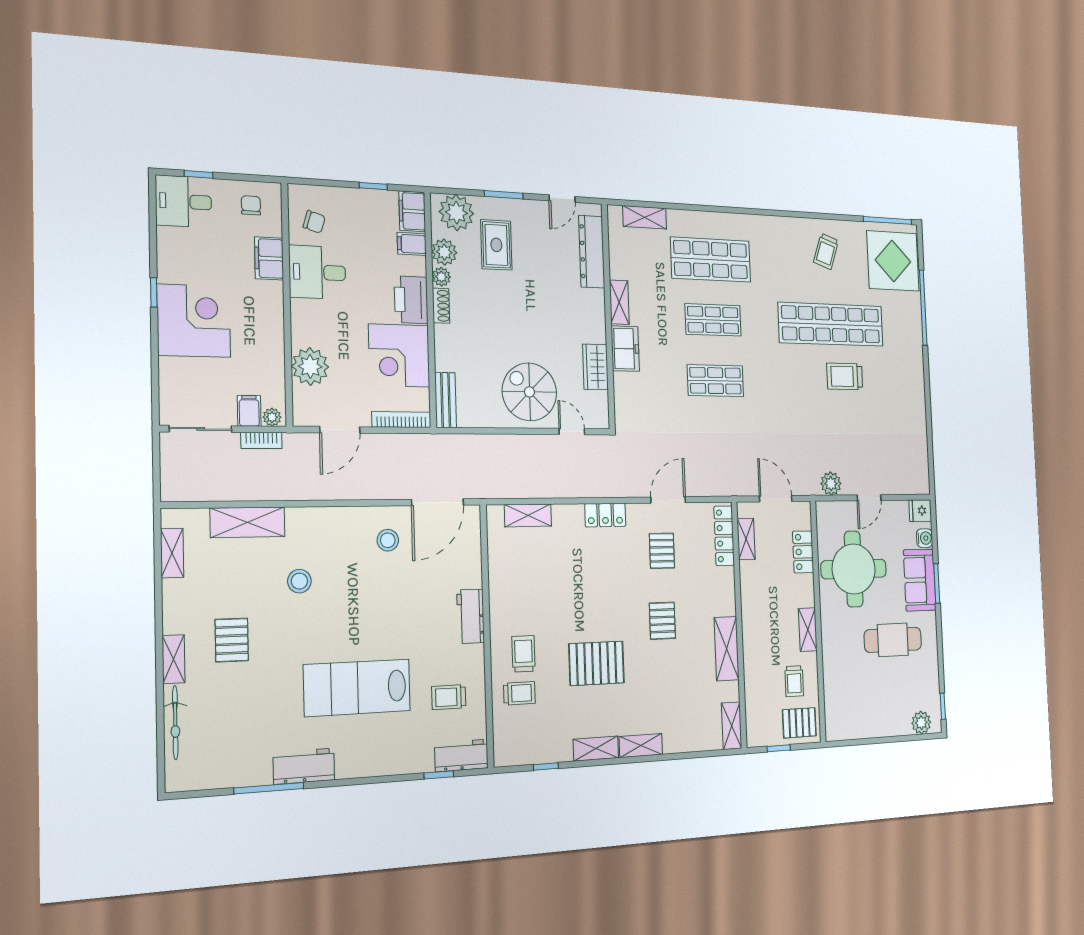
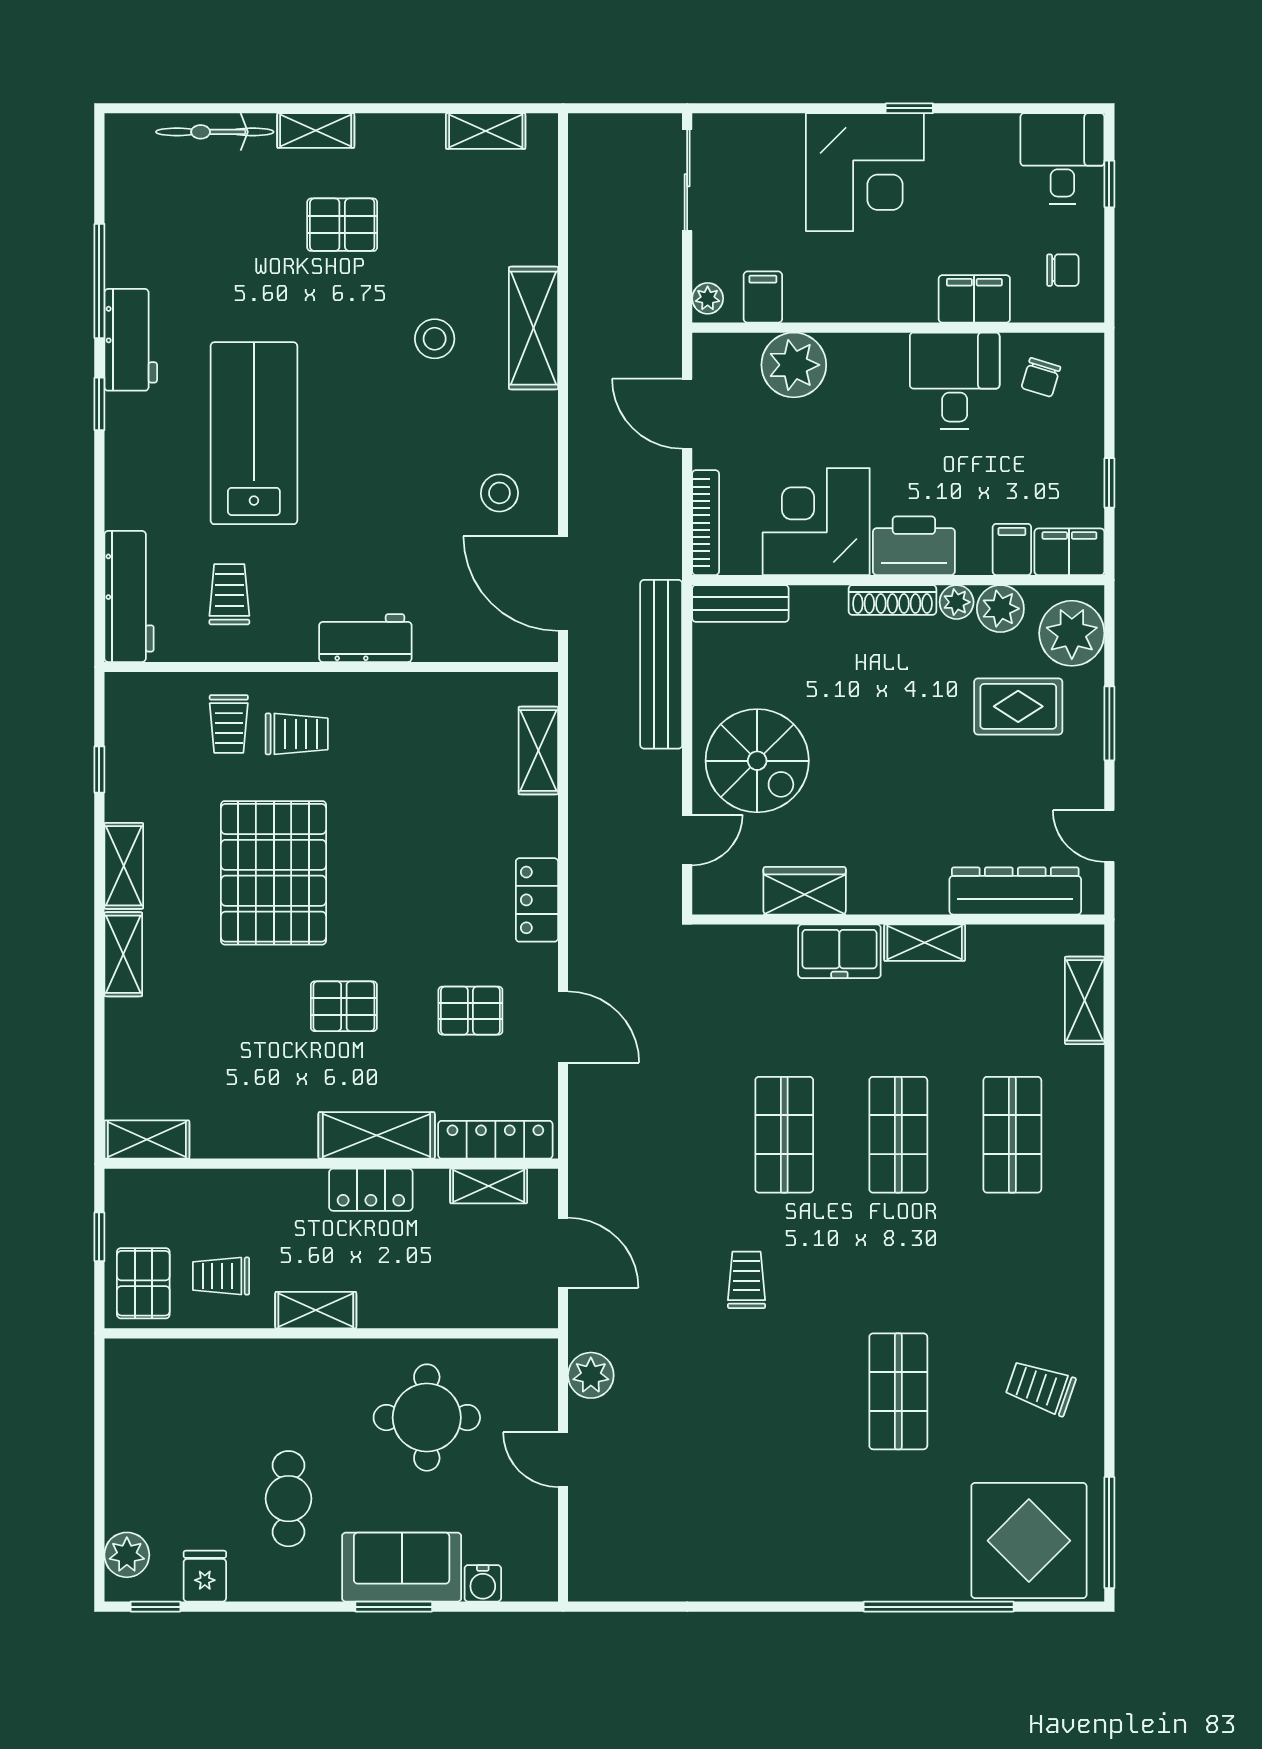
shop shelf: (711, 260) -> (1012, 1135), width x0.70, depth x0.74
shoe rack: (441, 306) -> (892, 600), width x1.43
shop shelf: (831, 324) -> (898, 1391), width x0.50, depth x0.74
trolley: (845, 376) -> (747, 1280), moved, width x0.73, depth x0.72
spiral stairs: (529, 392) -> (757, 761), turned 90
filing cabinet: (249, 411) -> (763, 297), moved, turned -90
bookcase: (261, 440) -> (669, 280), removed
bench: (480, 446) -> (661, 664), added
door: (776, 499) -> (563, 1253), hinge flipped
fridge: (920, 511) -> (205, 1576), moved
shelving: (248, 522) -> (534, 328), moved
locker: (803, 552) -> (371, 1190), moved, turned 180
round table: (854, 569) -> (427, 1418), width x0.73, depth x0.73
cafe table: (893, 640) -> (288, 1499), width x0.73, depth x0.74
shelving: (726, 649) -> (377, 1135), moved
pallet: (596, 663) -> (274, 873), width x1.37, depth x1.41
workbench: (461, 756) -> (129, 596), width x1.38
window: (439, 775) -> (99, 404), moved

